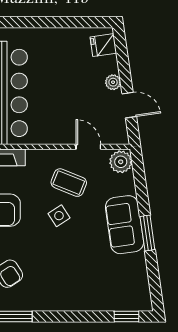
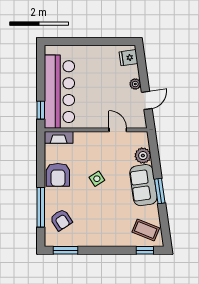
door: (129, 105) -> (147, 100), hinge flipped
plant: (121, 162) -> (143, 156), moved
coffee table: (69, 183) -> (146, 230), moved

